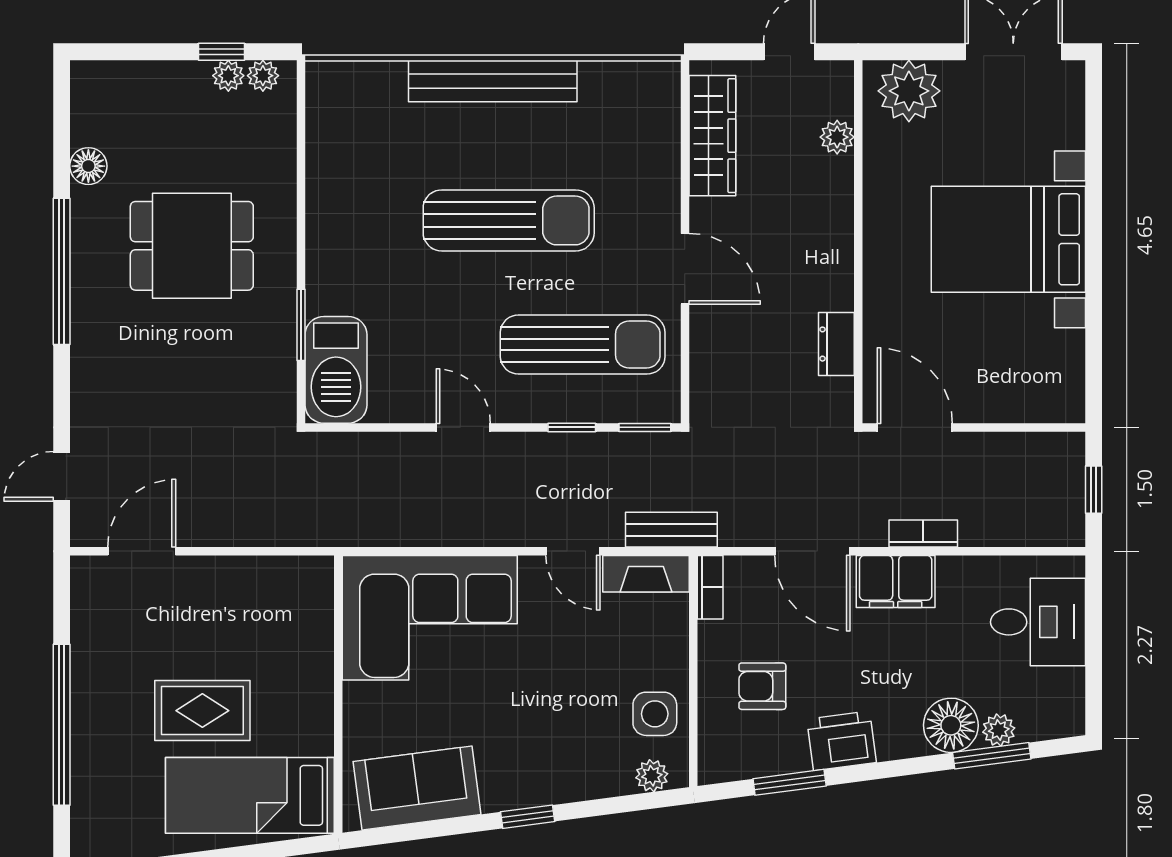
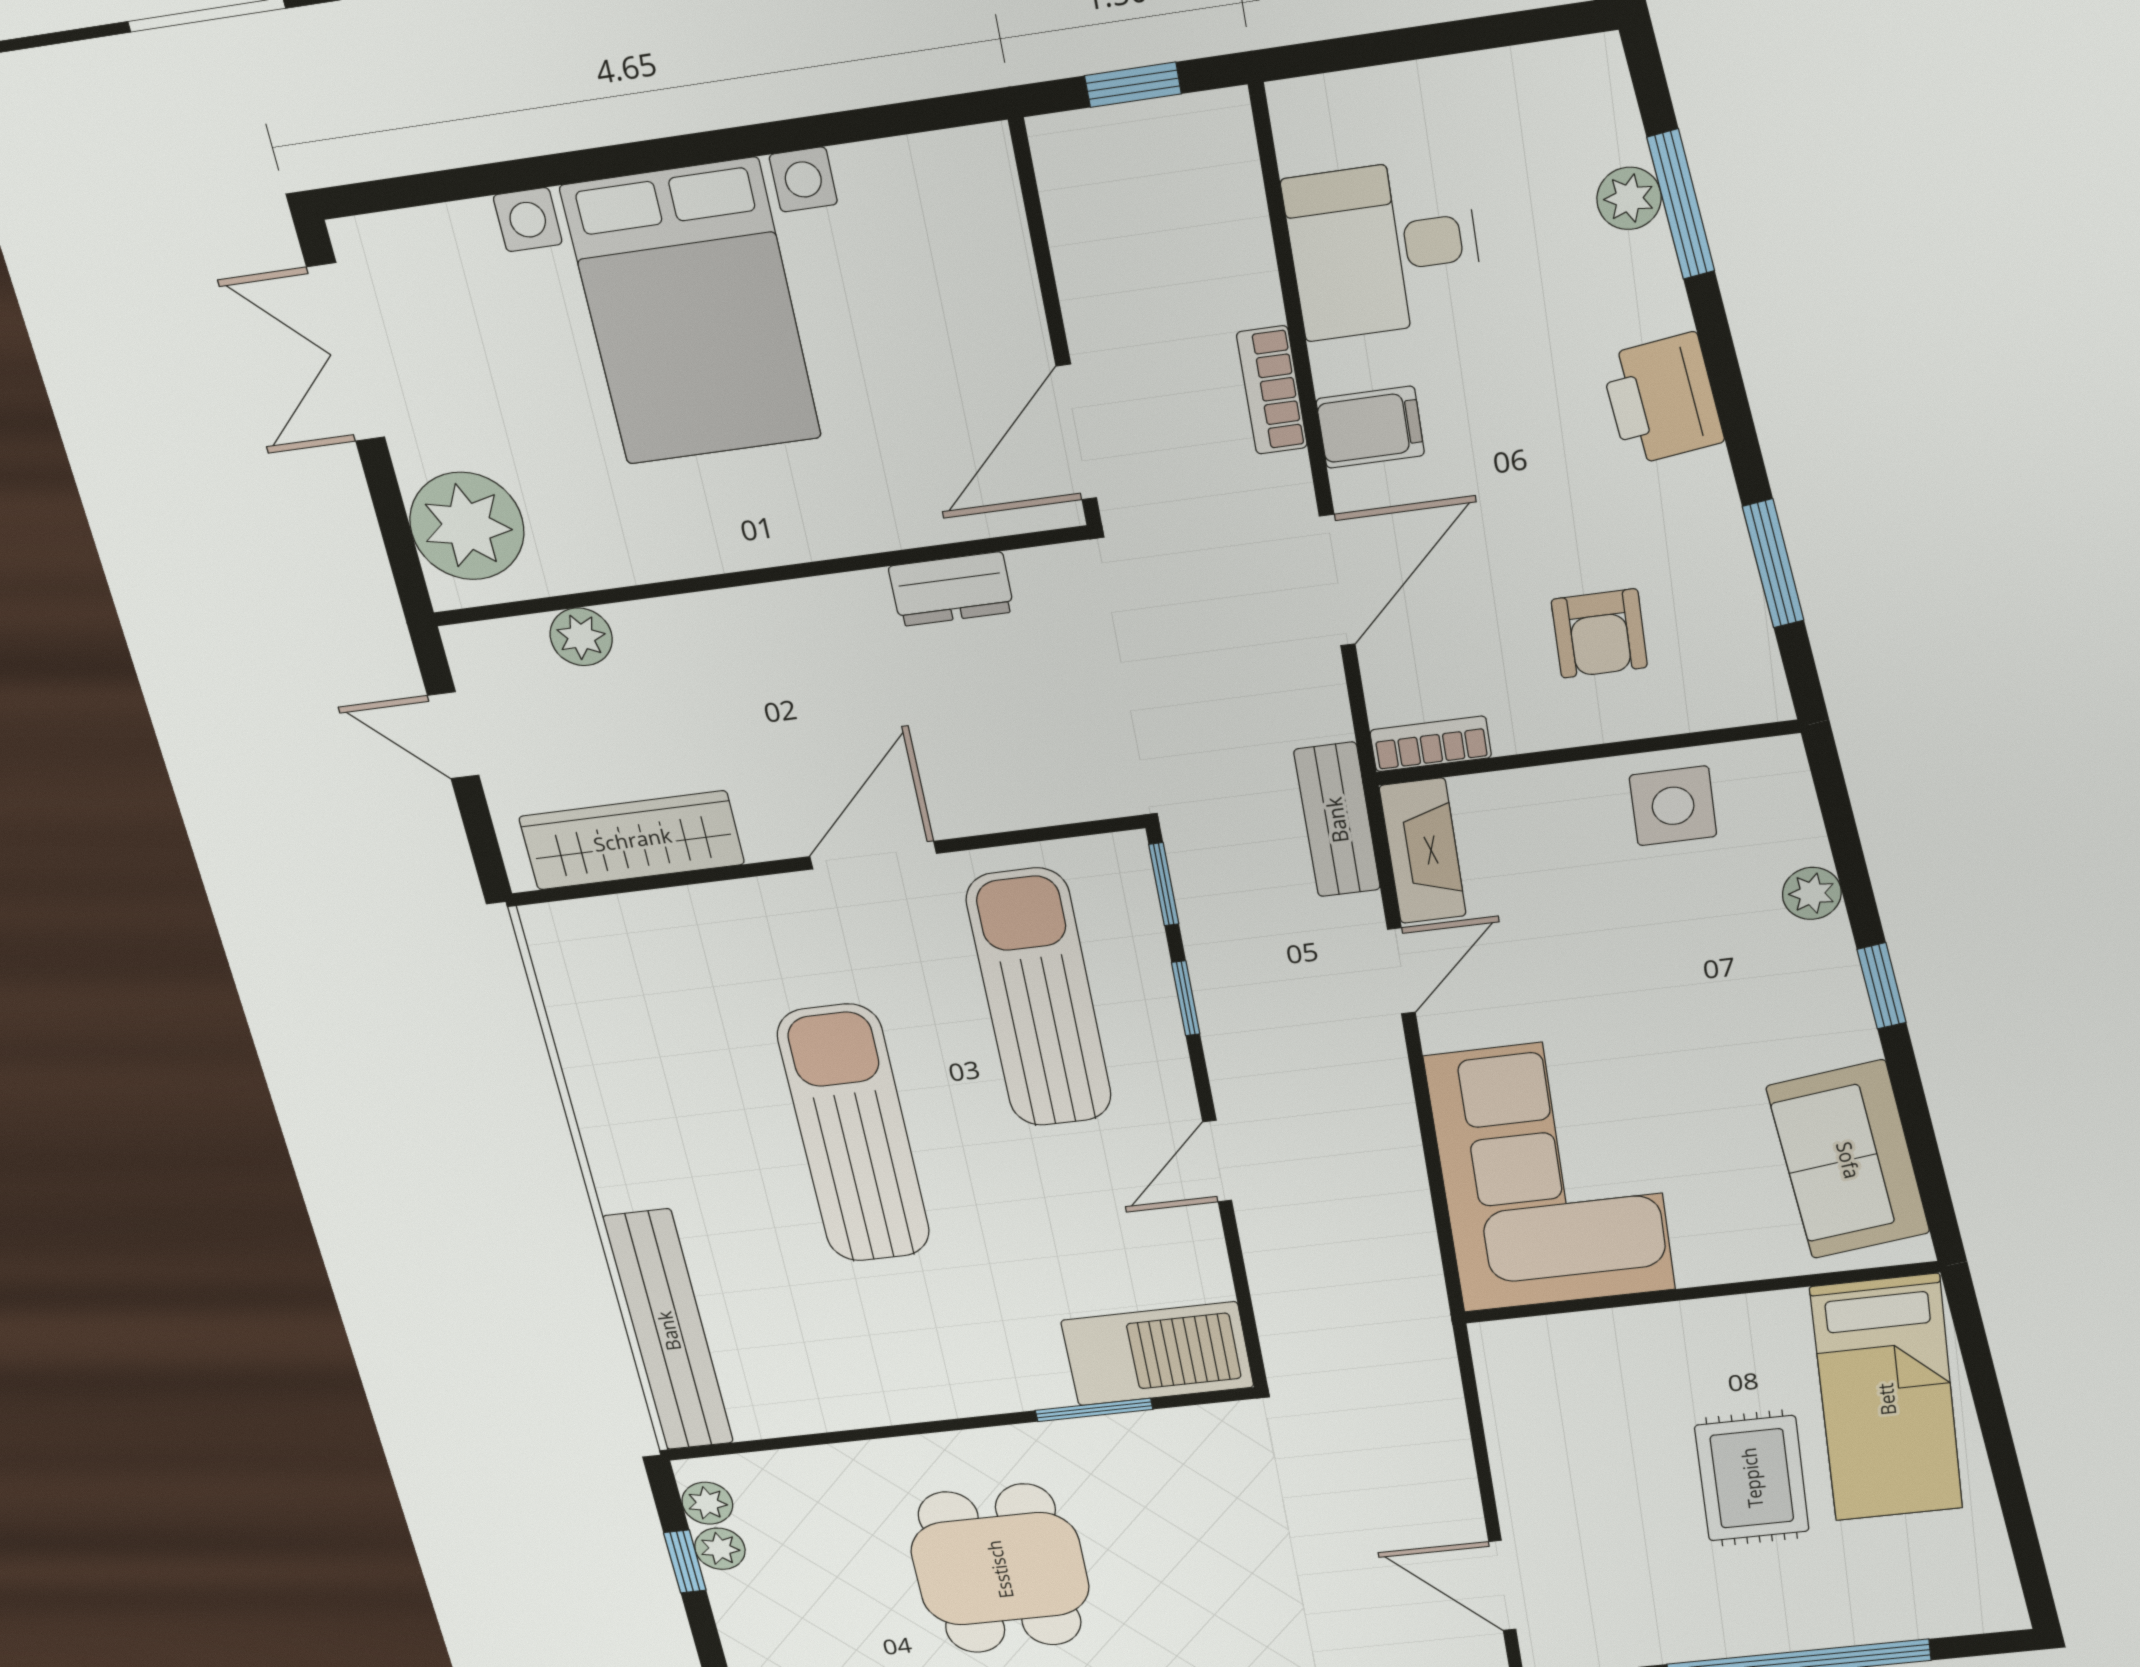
bench: (493, 81) -> (669, 1331), moved
filing cabinet: (896, 581) -> (1370, 427), width x0.50
desk: (1038, 622) -> (1384, 249), moved, turned -90
floor lamp: (951, 725) -> (1631, 289), removed
printer: (841, 741) -> (1662, 399), moved
plant: (652, 776) -> (1812, 893), moved

